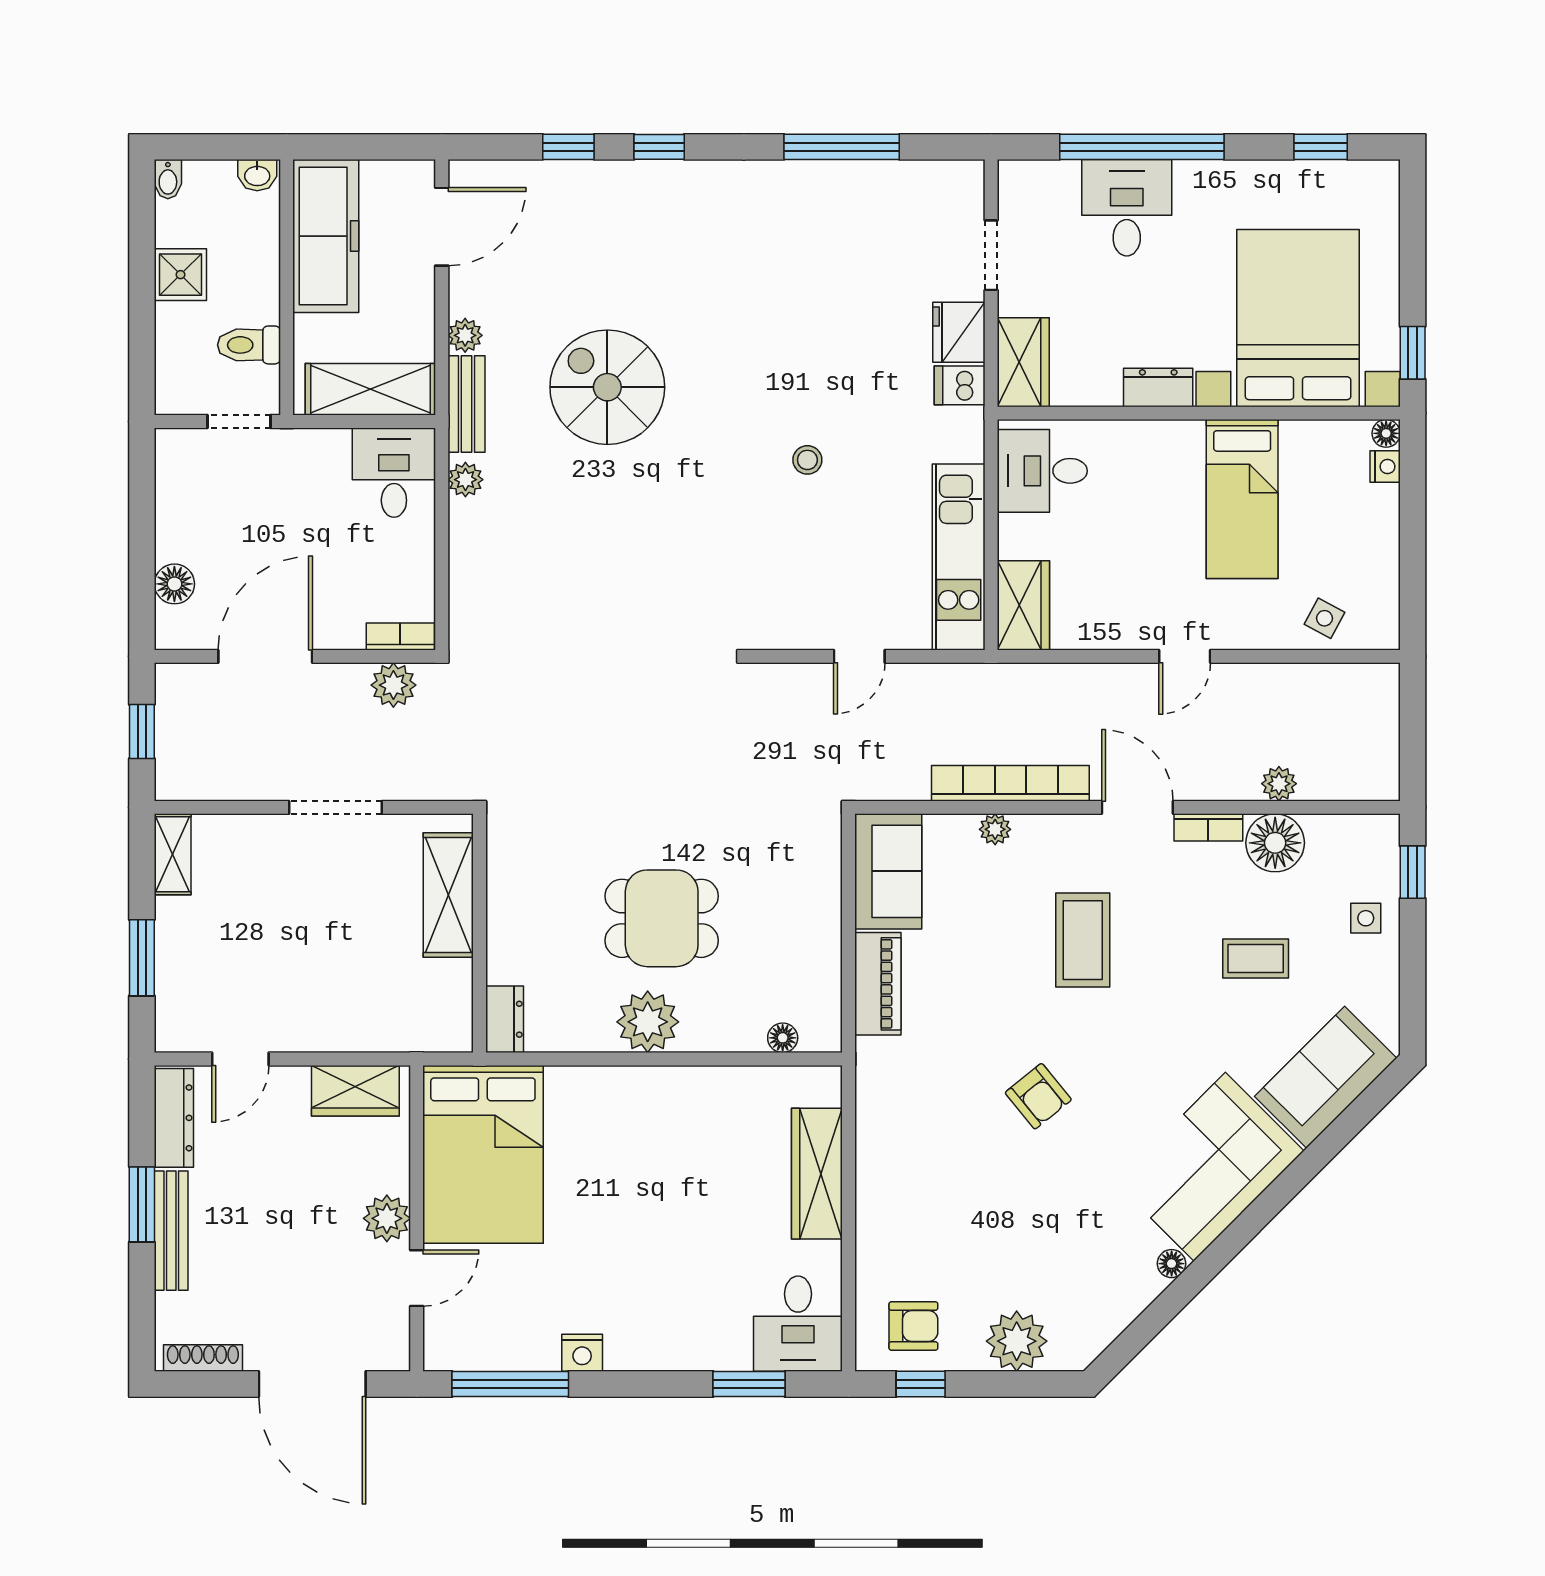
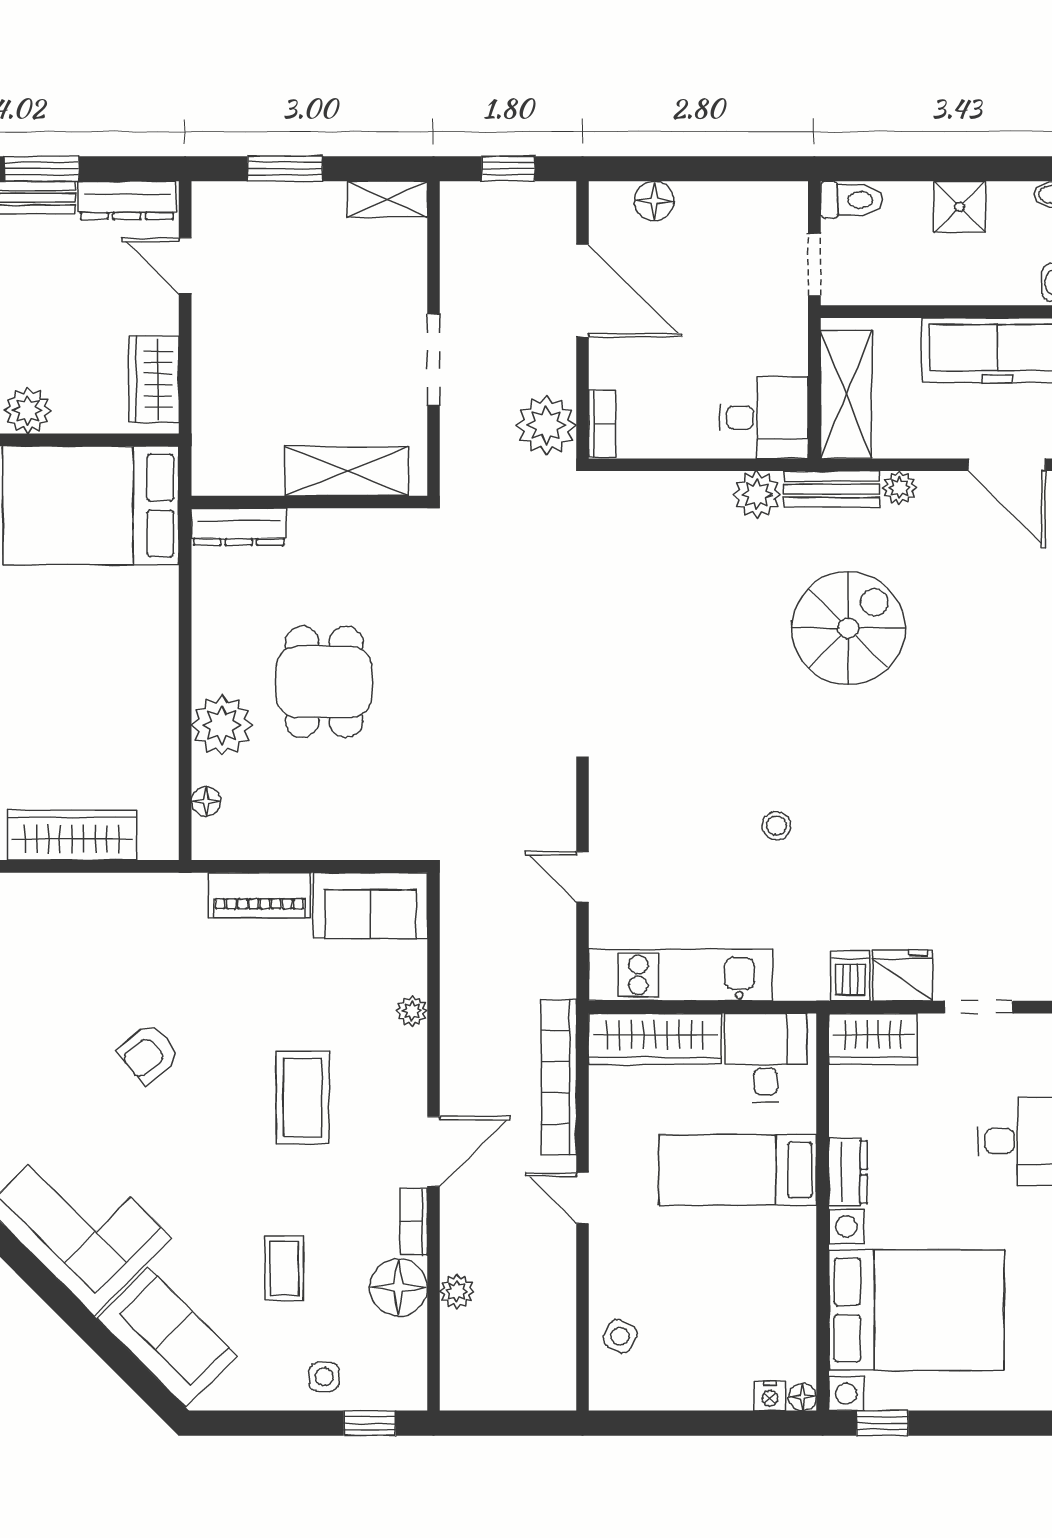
toilet: (249, 345) -> (851, 200), moved, turned 90
plant: (465, 480) -> (757, 495), width x1.38, depth x1.38
bed: (1242, 499) -> (738, 1170), moved
wardrobe: (1023, 605) -> (655, 1039), width x1.50
plant: (393, 685) -> (546, 425), width x1.36, depth x1.36
bookcase: (1010, 783) -> (559, 1077), moved, turned 180
coffee table: (1083, 940) -> (303, 1098), turned 90
dresser: (505, 1019) -> (239, 527), width x1.44
plant: (648, 1022) -> (222, 725), moved

